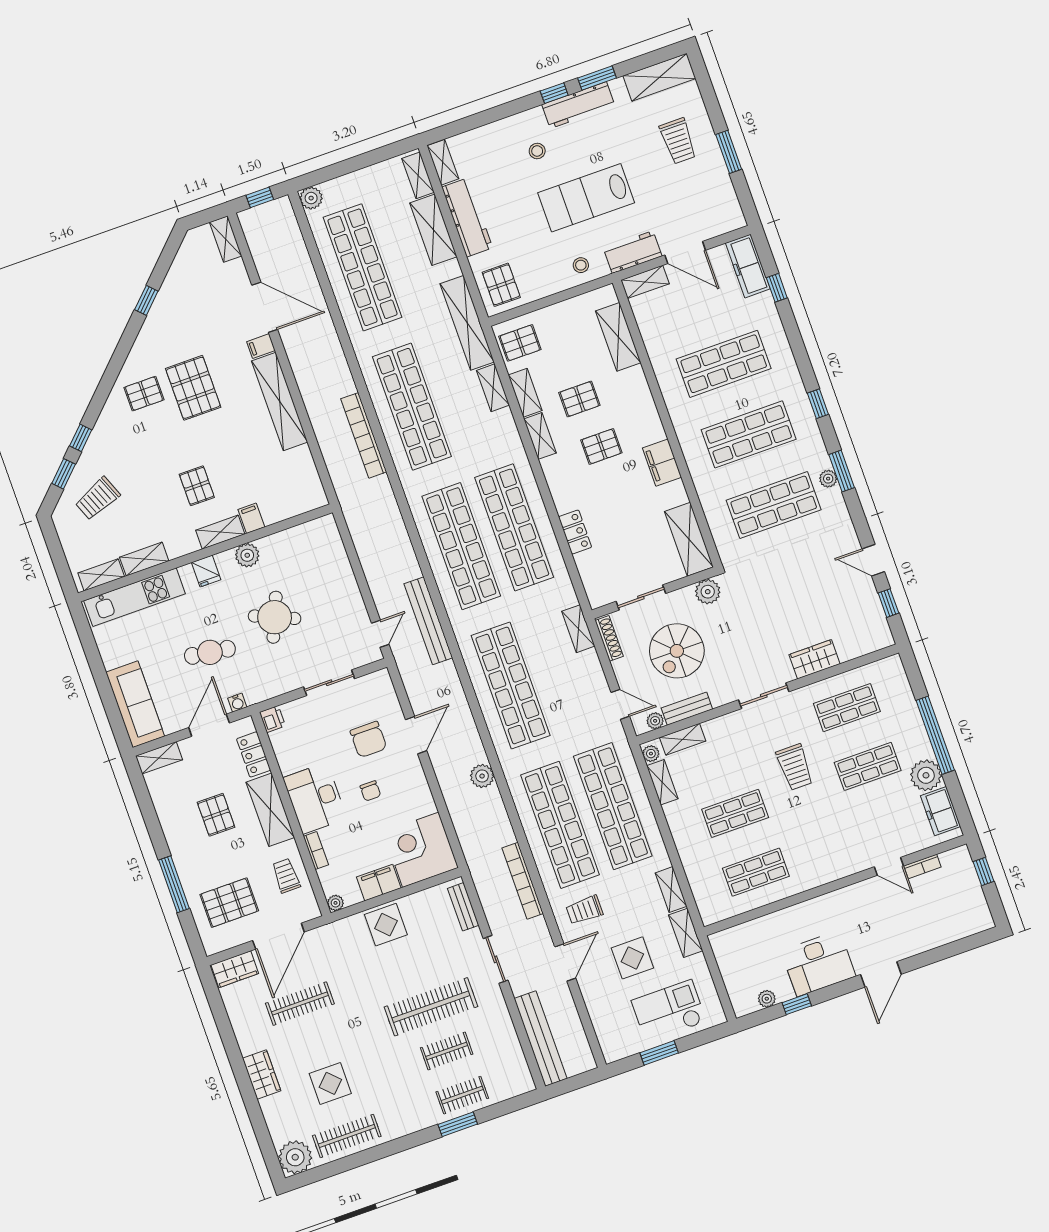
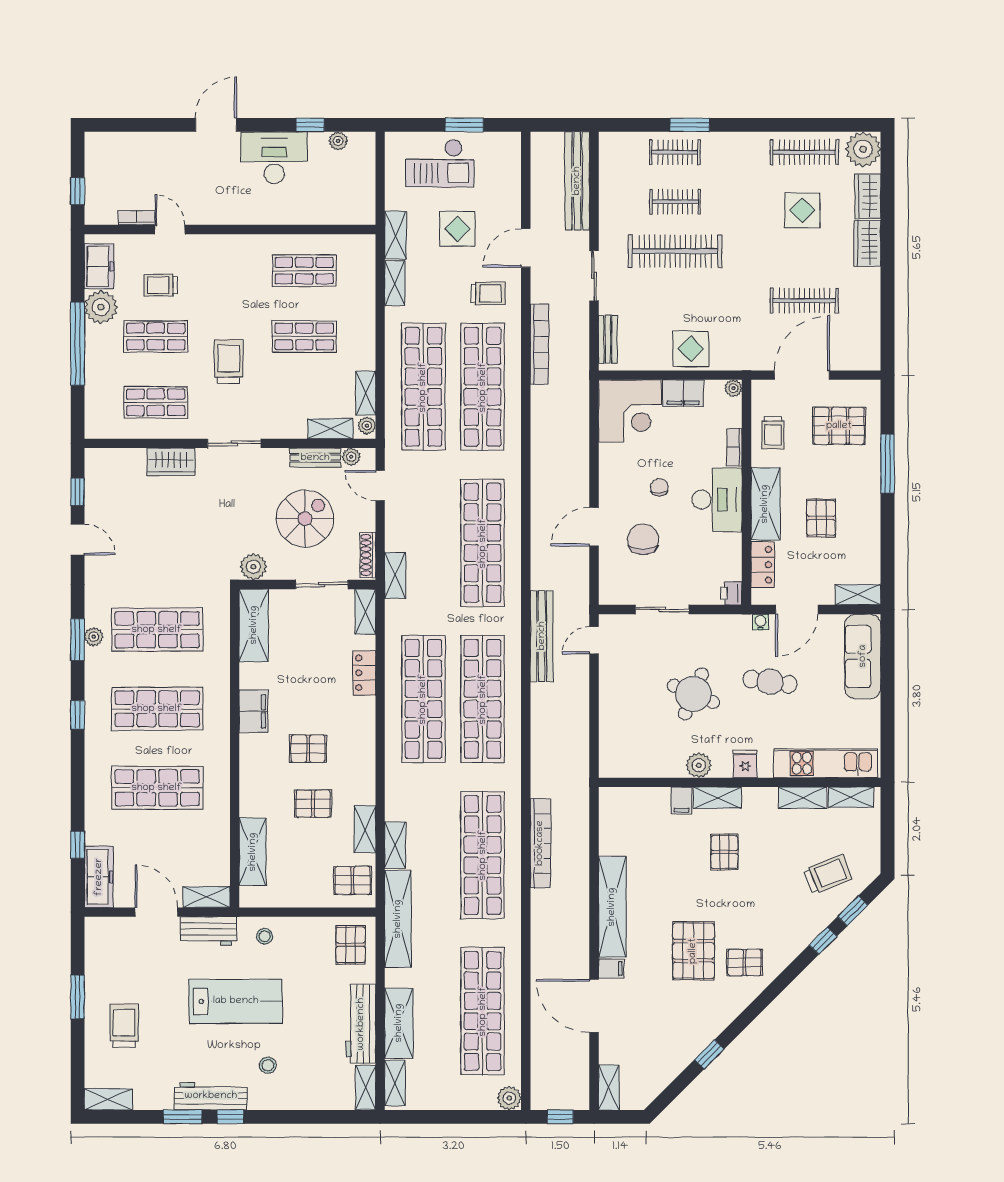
shelving: (659, 77) -> (108, 1099), width x0.67, depth x0.75
shelving: (540, 436) -> (365, 612), moved
plant: (482, 776) -> (543, 463), removed
trolley: (880, 814) -> (161, 285), added
wardrobe: (235, 969) -> (868, 196), moved, turned -90

